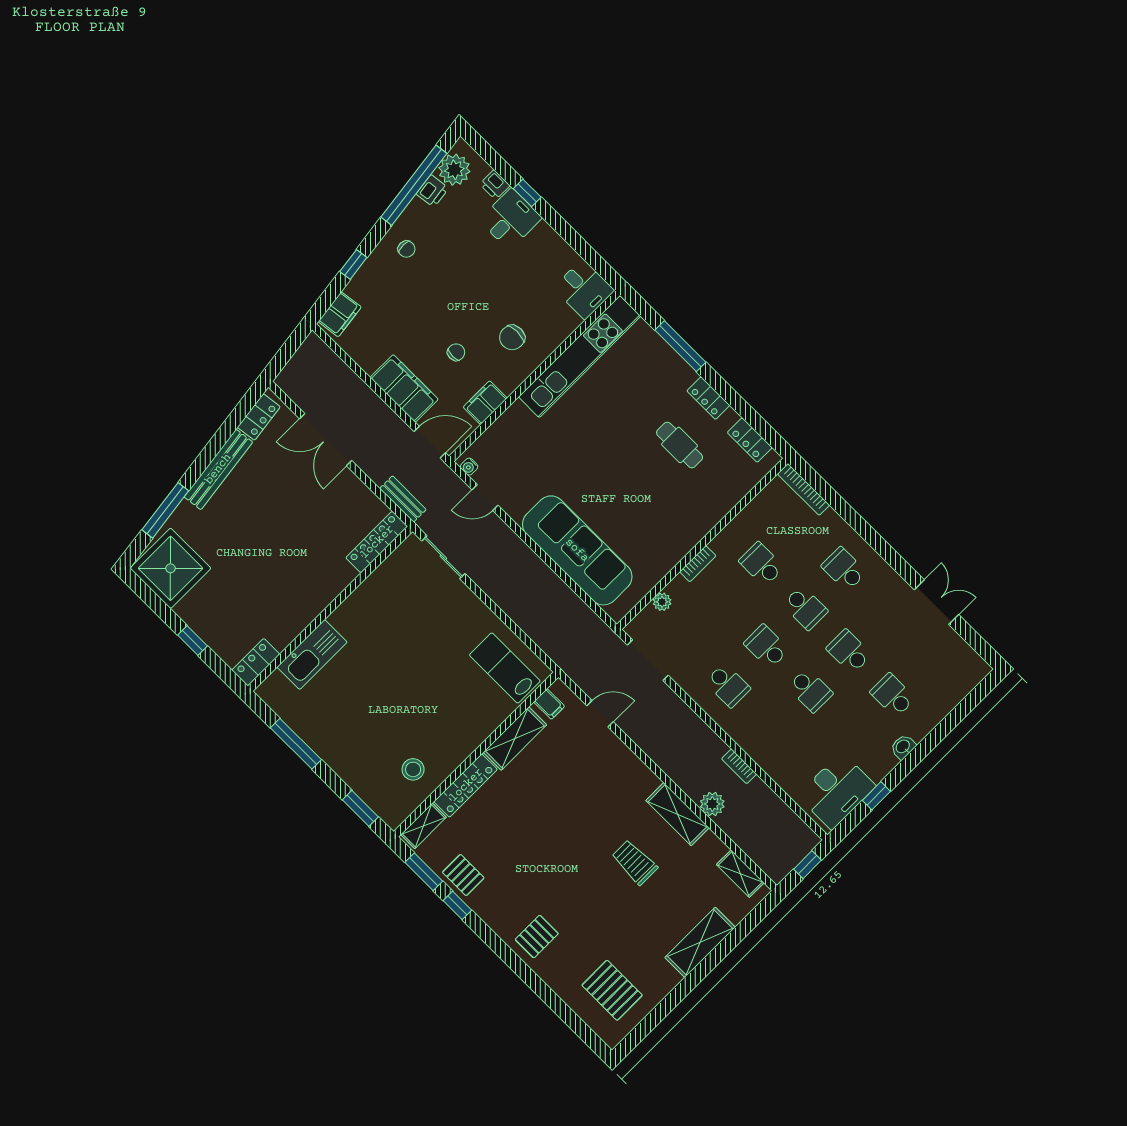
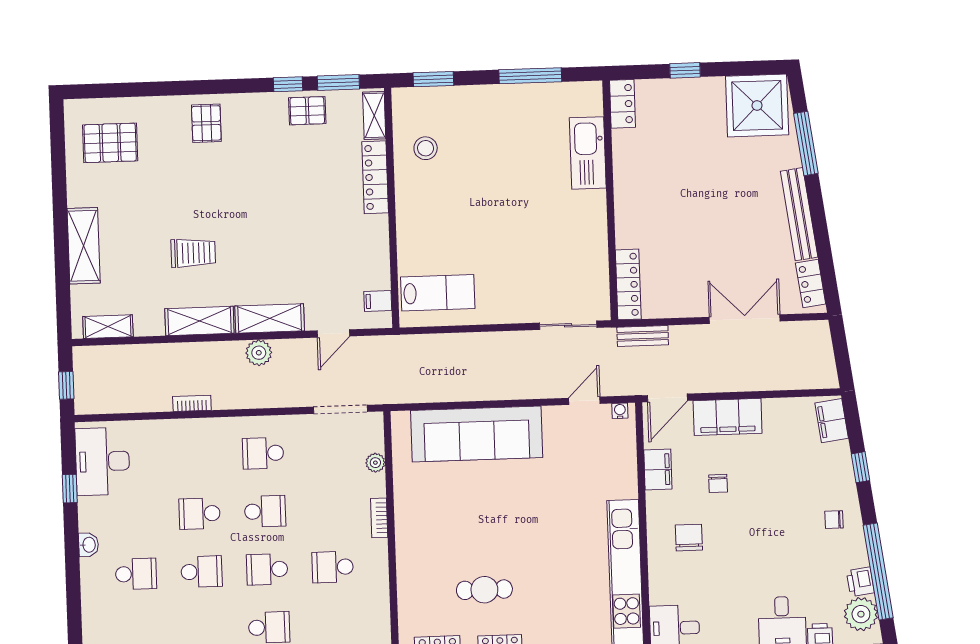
school desk: (761, 564) -> (333, 567), turned 180
shelving: (515, 738) -> (270, 318), moved, turned 90
plant: (712, 804) -> (259, 353), moved

